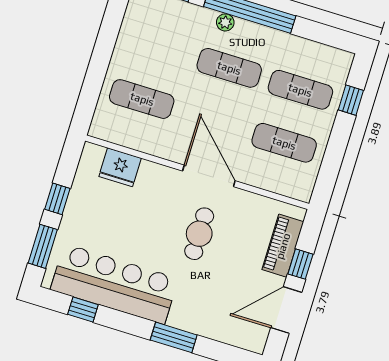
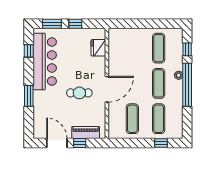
exercise mat: (142, 99) -> (159, 48), moved

